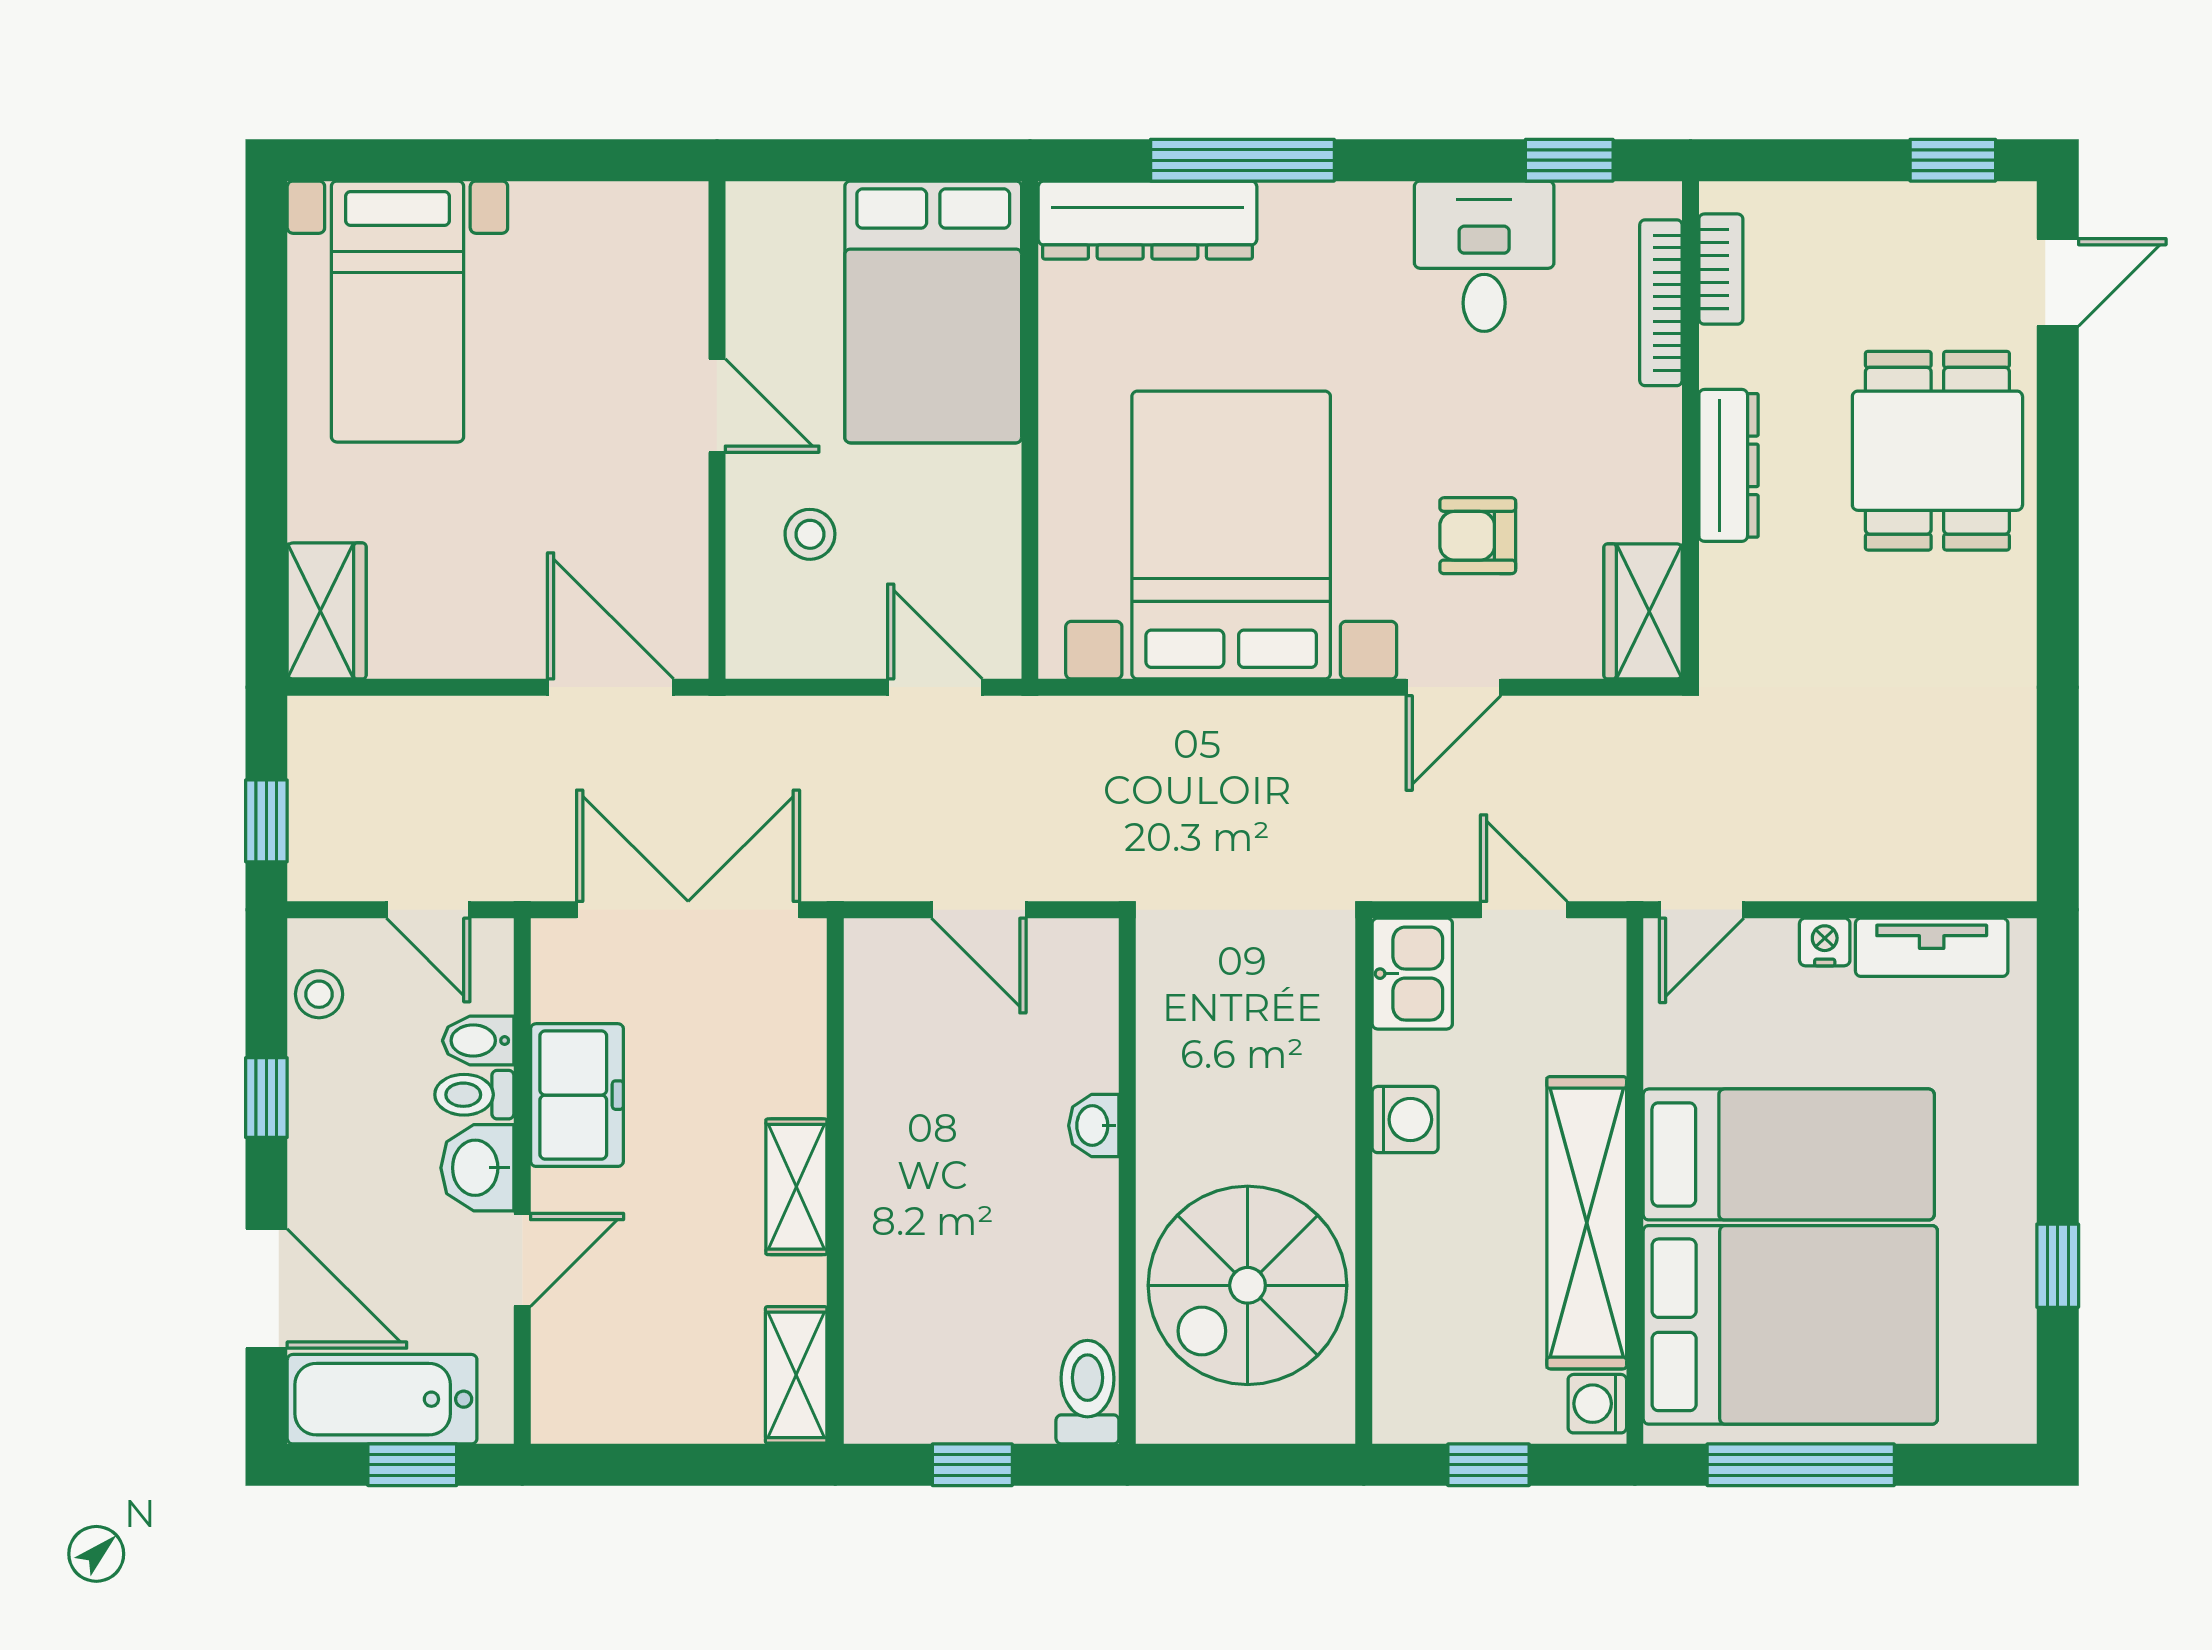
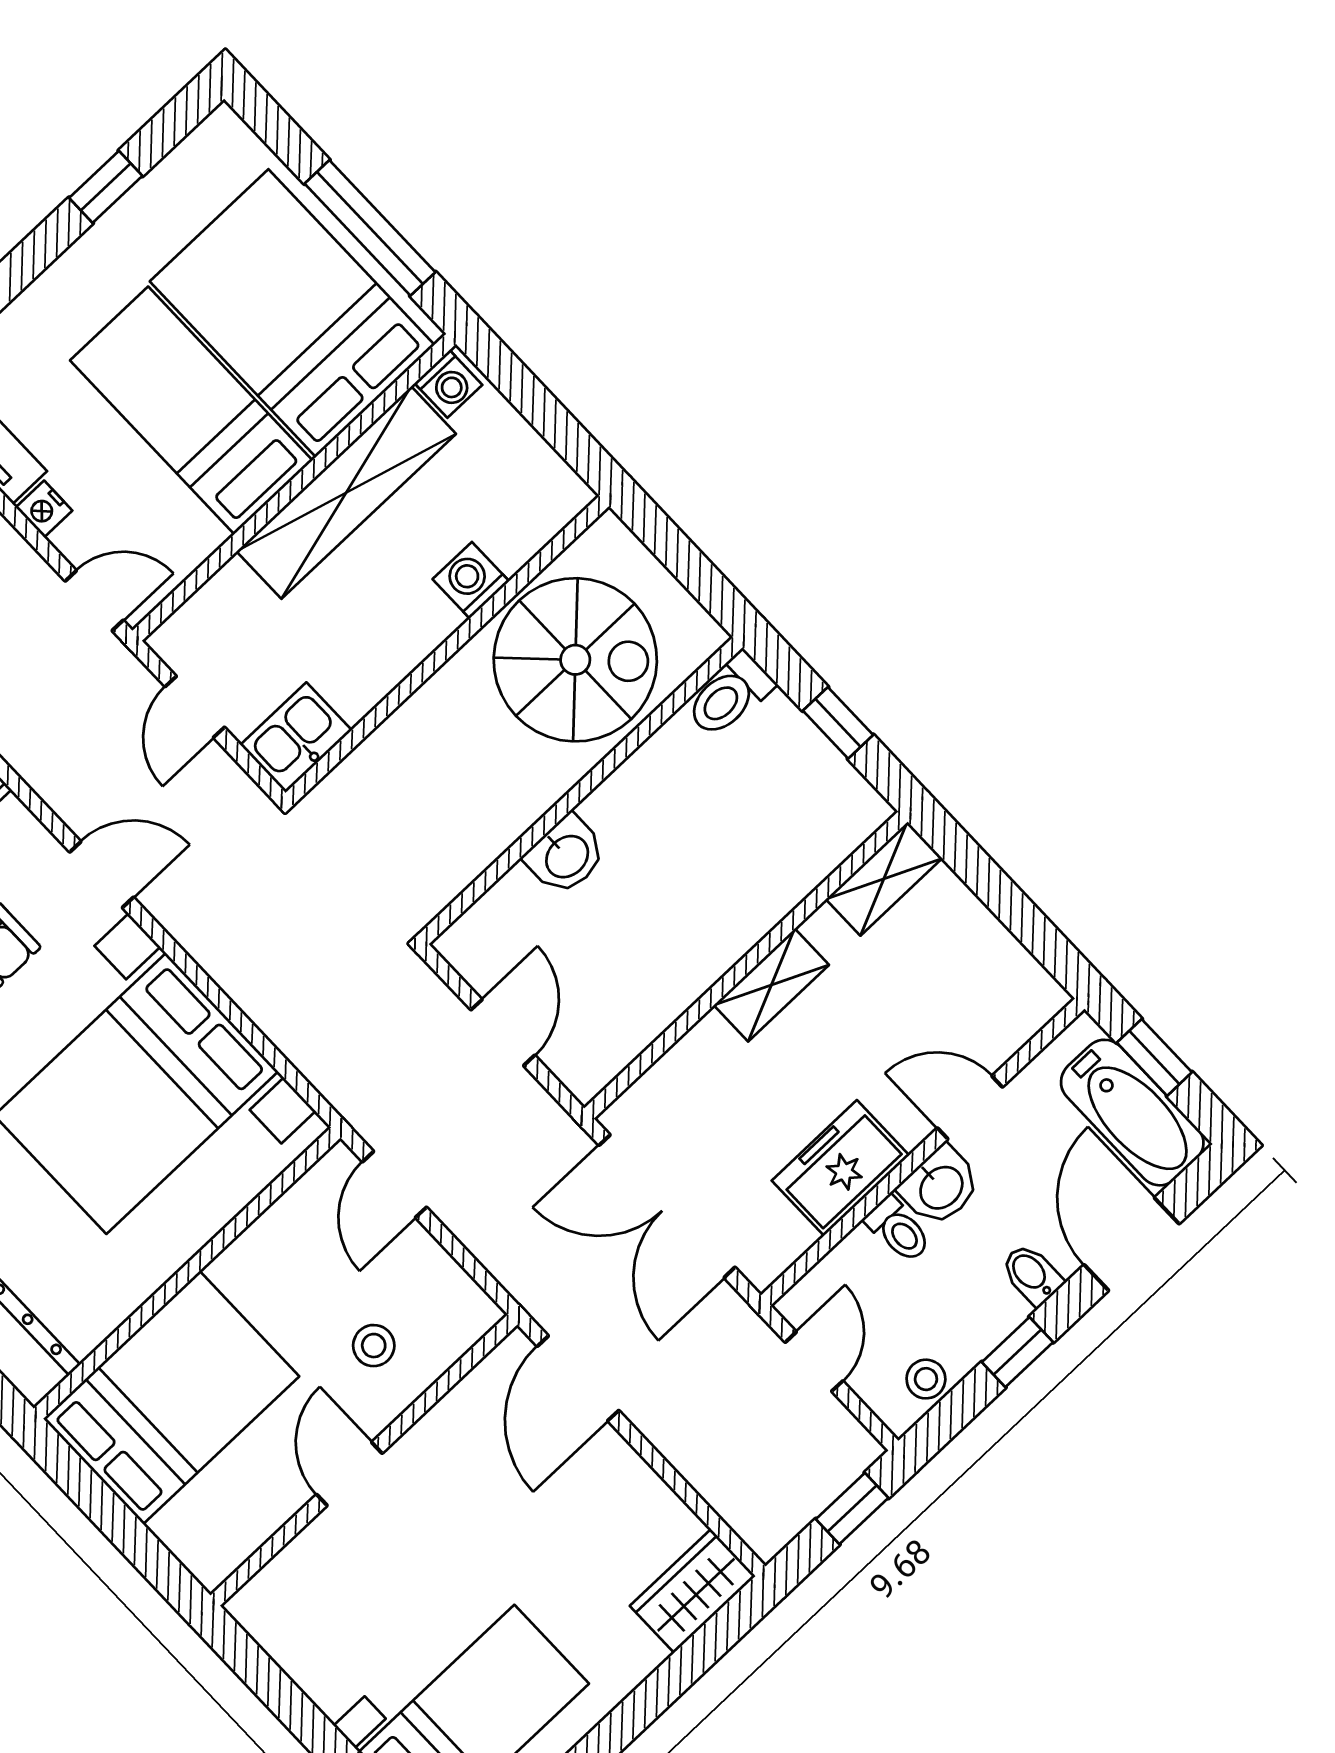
bidet: (478, 1041) -> (1032, 1274), moved, turned 180
washing machine: (1405, 1120) -> (471, 580), moved
washbasin: (1094, 1126) -> (566, 855), width x1.38, depth x1.45
window: (1489, 1465) -> (546, 414), removed

